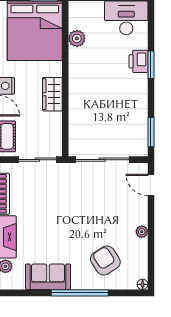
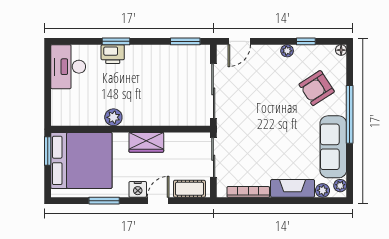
plant: (77, 38) -> (113, 117), moved
window: (151, 250) -> (306, 41), added
sofa: (48, 277) -> (333, 147), width x1.36
plant: (10, 284) -> (340, 186), added

